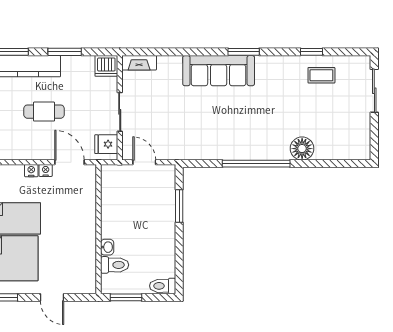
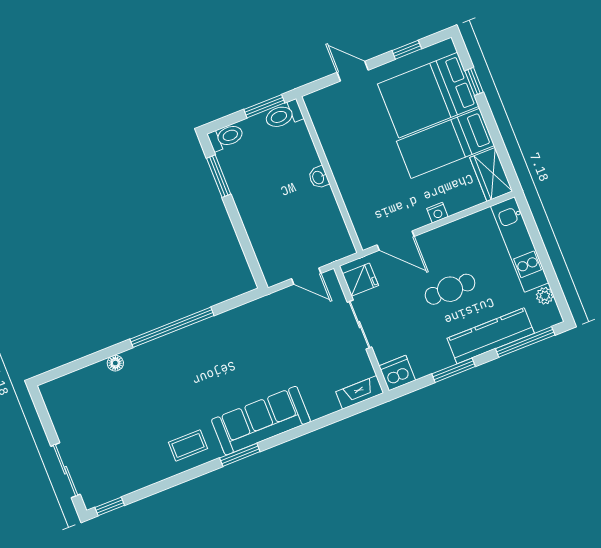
window: (312, 52) -> (110, 506), moved
coffee table: (321, 75) -> (188, 445), moved
floor lamp: (302, 149) -> (115, 363), width x0.53, depth x0.53
nightstand: (46, 170) -> (420, 220), removed
window: (179, 206) -> (219, 176), moved
washbasin: (107, 247) -> (319, 177), moved
toilet: (115, 265) -> (284, 115), moved

